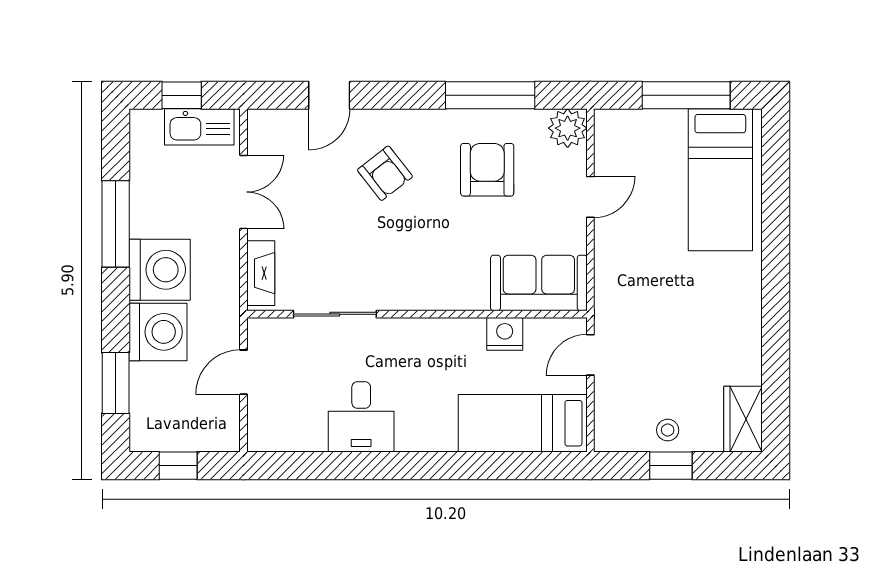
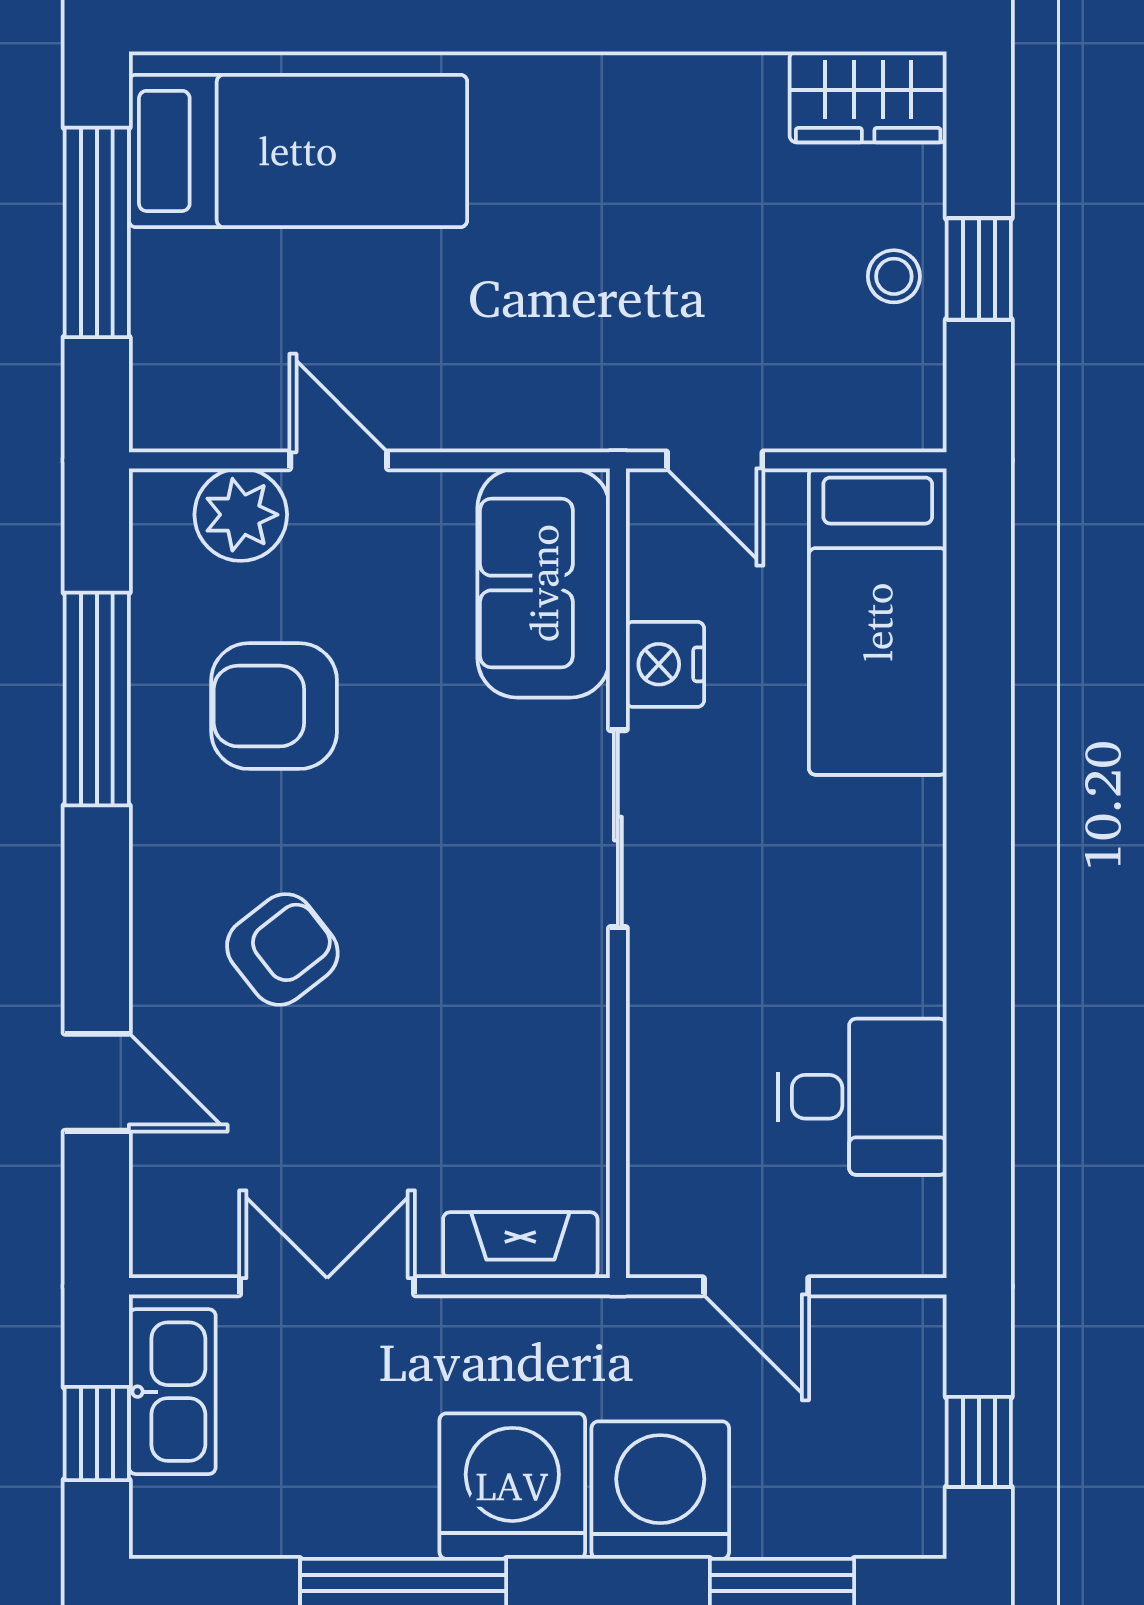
plant: (568, 128) -> (241, 515), moved
sliding door: (335, 314) -> (618, 829), moved
desk: (361, 417) -> (863, 1097), moved

